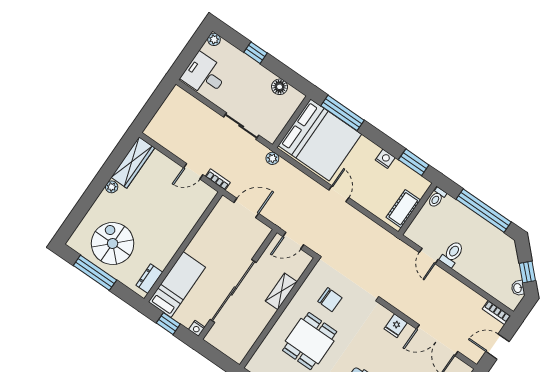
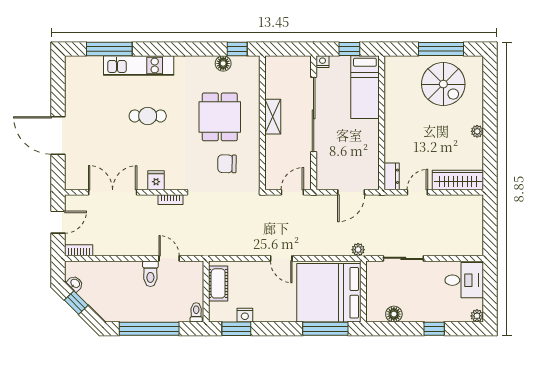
nightstand: (385, 159) -> (245, 315), moved
wardrobe: (133, 163) -> (458, 180), moved, turned 90
bookcase: (218, 179) -> (171, 200), moved
dresser: (149, 279) -> (392, 176), moved
shelving: (281, 291) -> (273, 117), moved

